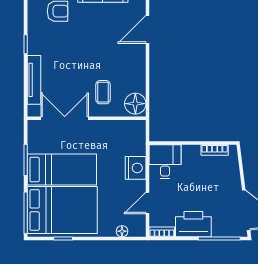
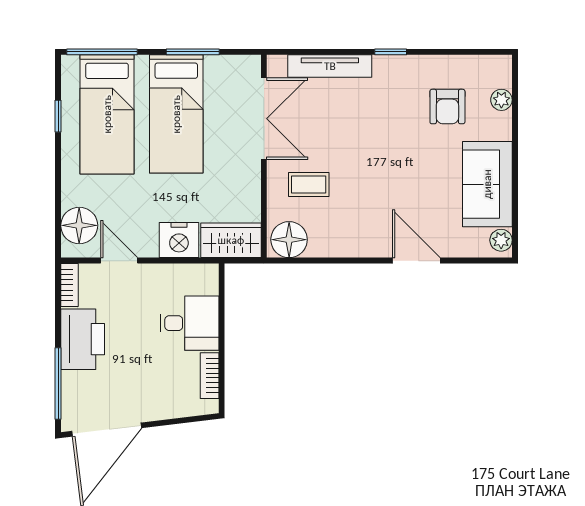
wardrobe: (136, 138) -> (231, 240), added
desk: (165, 162) -> (190, 323), moved
bed: (62, 210) -> (107, 114), width x0.67
floor lamp: (122, 231) -> (79, 225), width x1.89, depth x1.89

